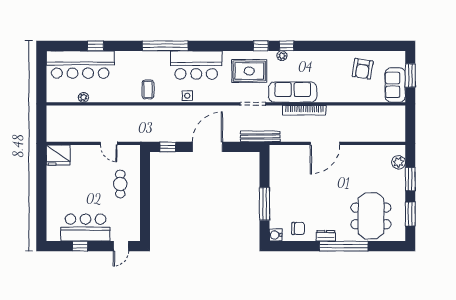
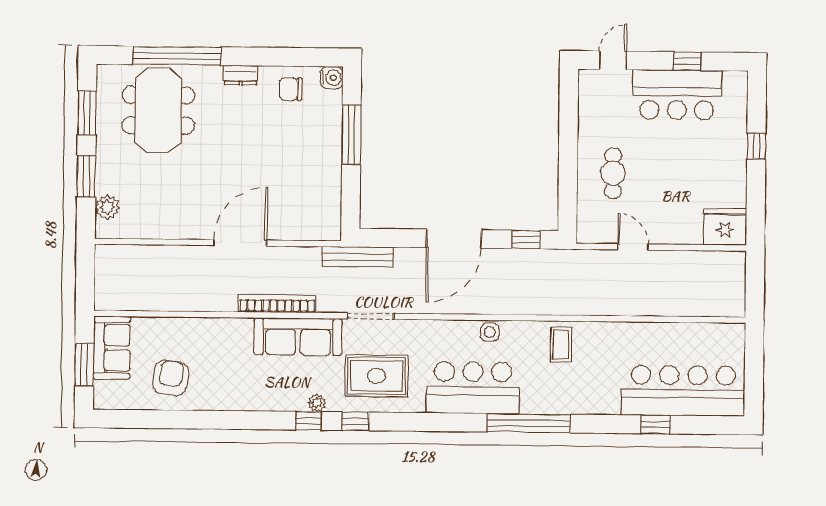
plant: (83, 97) -> (678, 331), removed
window: (41, 199) -> (756, 146), added
window: (344, 246) -> (177, 56), moved

